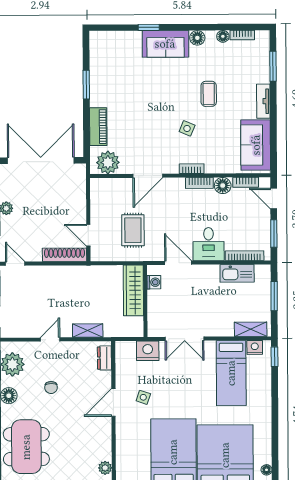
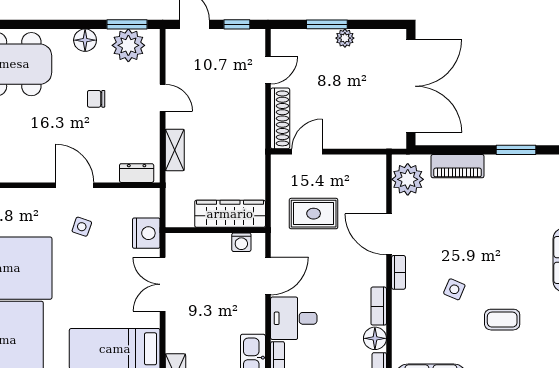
bookcase: (192, 169) -> (398, 272), moved
door: (15, 264) -> (268, 70), moved

